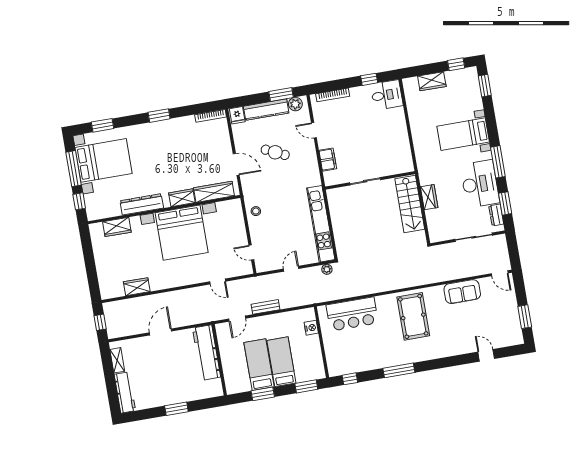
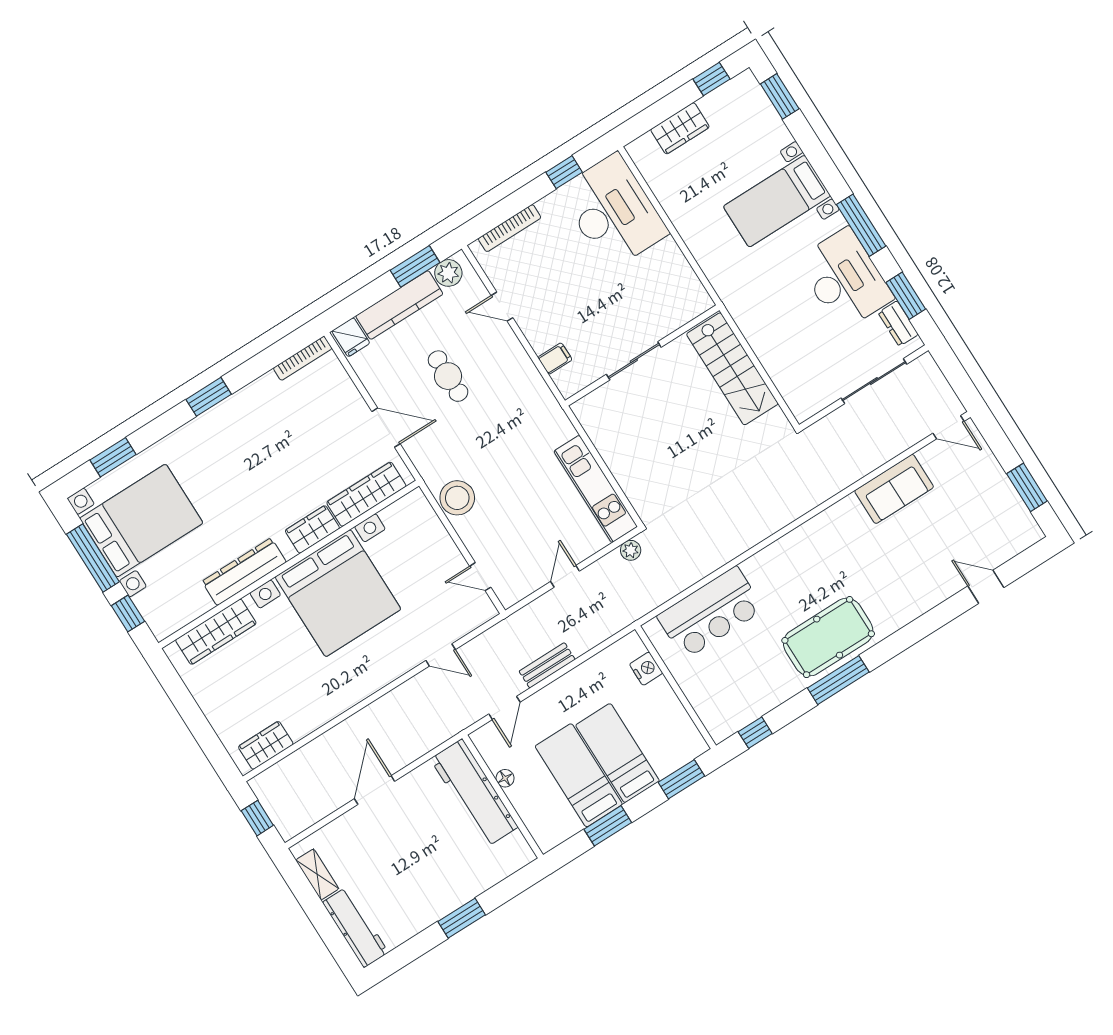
desk: (387, 95) -> (613, 211), width x1.87, depth x1.30
cafe table: (275, 152) -> (448, 376), turned 65
filing cabinet: (328, 160) -> (555, 359), width x0.50
wardrobe: (429, 197) -> (762, 342), removed
stool: (256, 211) -> (457, 498), width x1.89, depth x1.89
kitchen unit: (321, 224) -> (596, 489), width x0.73
wardrobe: (117, 227) -> (216, 632), width x1.50
wardrobe: (137, 287) -> (266, 745), moved
pool table: (413, 316) -> (828, 637), moved, turned 90
floor lamp: (224, 352) -> (505, 778), added

